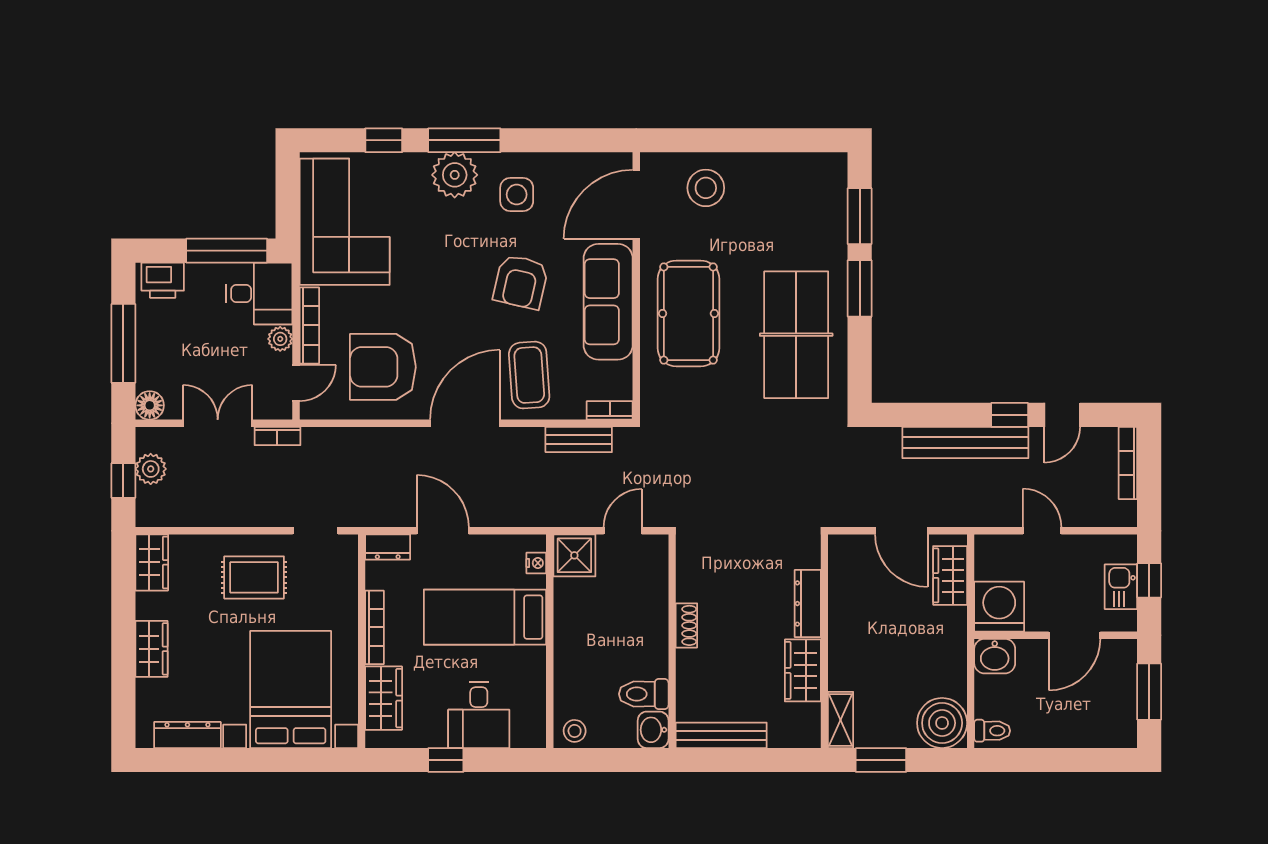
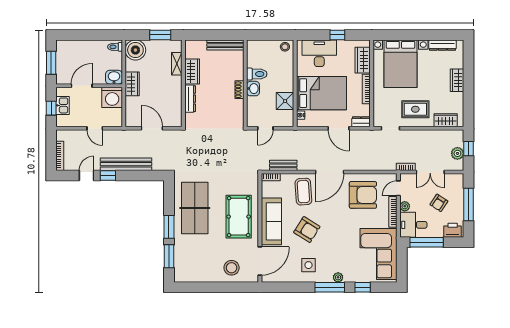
plant: (455, 175) -> (338, 277), width x0.53, depth x0.53
armchair: (521, 282) -> (307, 230), turned 109
armchair: (196, 347) -> (439, 203), added
floor lamp: (150, 405) -> (458, 179), removed
shower: (574, 555) -> (285, 101), moved
wardrobe: (152, 562) -> (446, 120), moved, turned 90
wardrobe: (950, 575) -> (132, 84), moved
bed: (485, 617) -> (321, 93), width x1.50
toilet: (644, 694) -> (257, 74), moved
desk: (479, 715) -> (319, 53), width x1.37
shelving: (841, 720) -> (177, 64), moved
washbasin: (653, 730) -> (253, 89), moved

